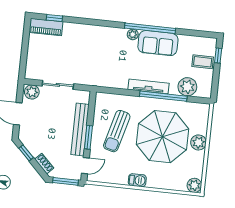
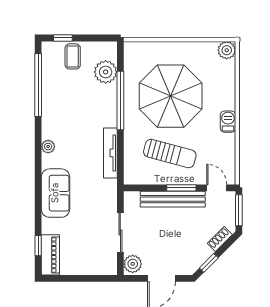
window: (150, 28) -> (38, 85), moved
sofa: (158, 43) -> (55, 193), moved
tv unit: (149, 86) -> (110, 153), moved
plant: (198, 142) -> (173, 51), removed

